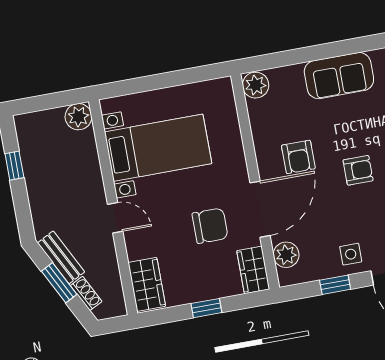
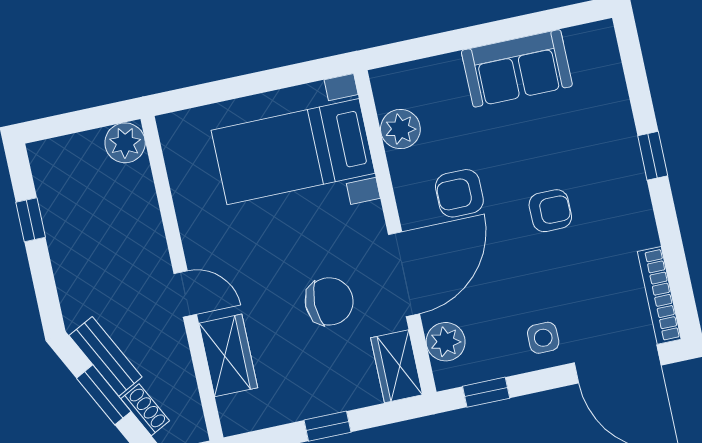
plant: (256, 85) -> (400, 129), moved
bed with nightstands: (158, 148) -> (293, 152), moved, turned 180
armchair: (298, 157) -> (459, 193), turned 90
wardrobe: (147, 284) -> (228, 355), moved
window: (335, 285) -> (486, 392), moved

